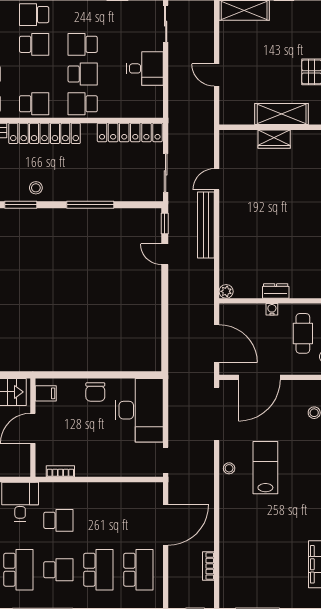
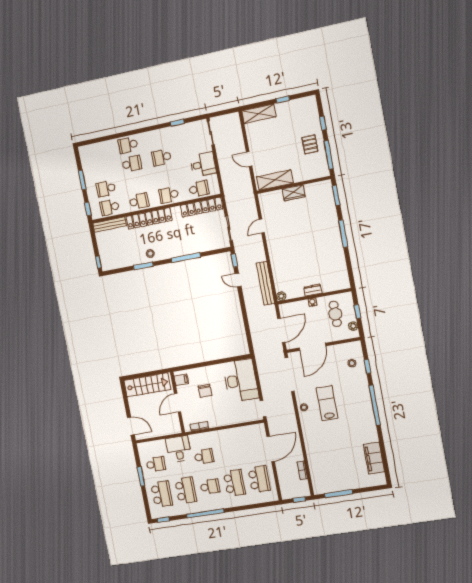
school desk: (83, 74) -> (199, 189), moved
shelving: (282, 114) -> (275, 180), moved
bench: (206, 225) -> (265, 283), moved
door: (217, 344) -> (281, 330), hinge flipped
chair: (95, 392) -> (205, 391), moved

